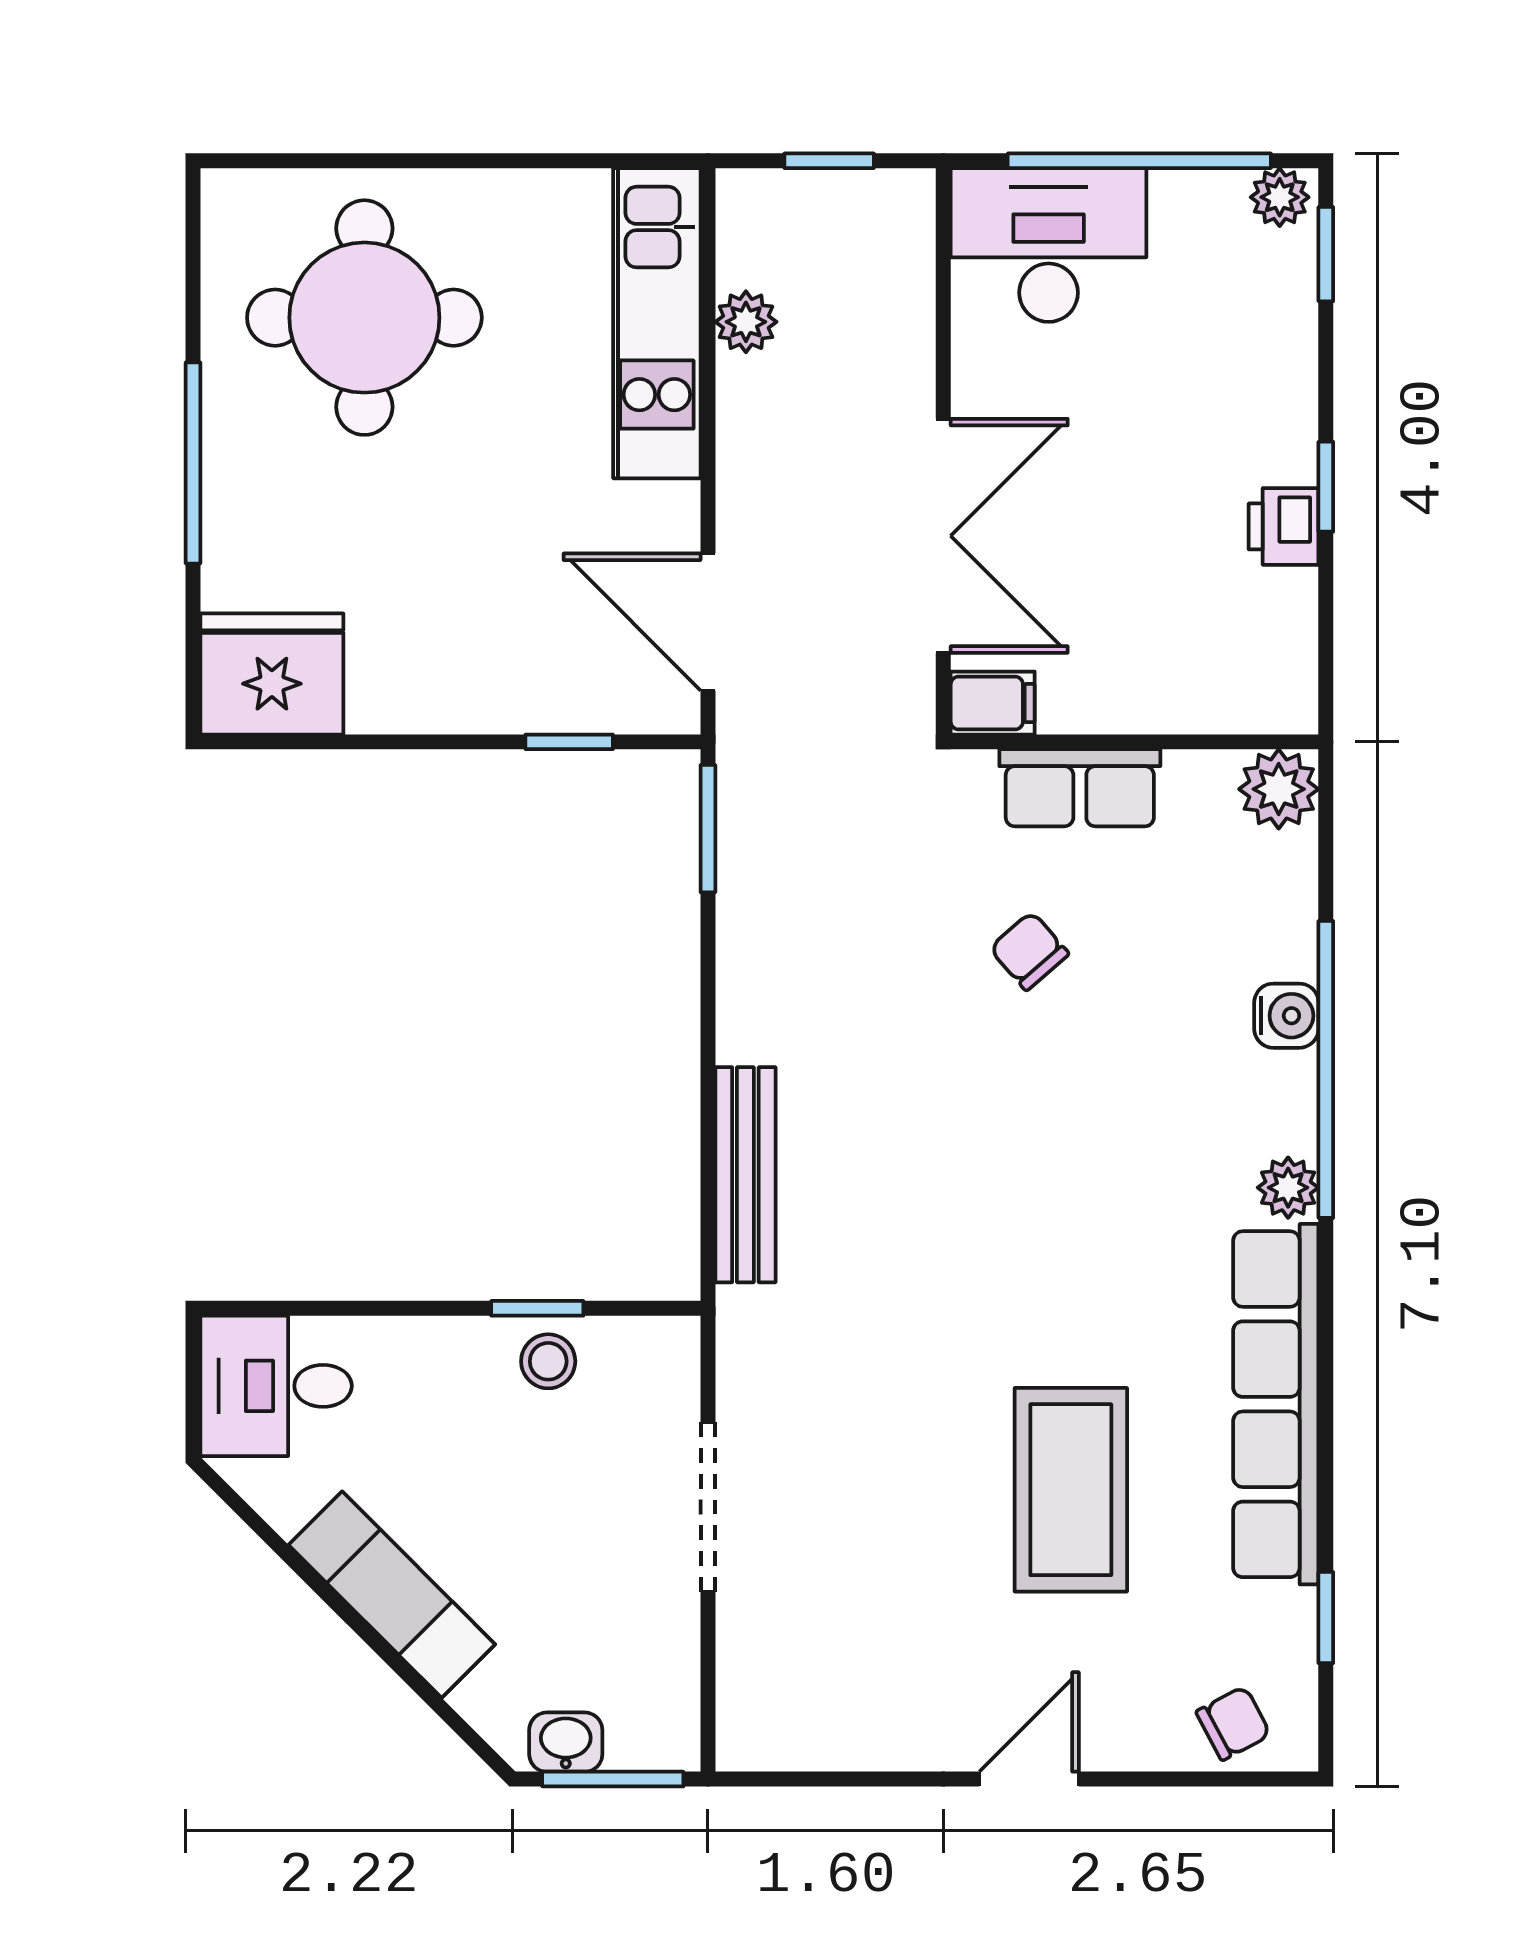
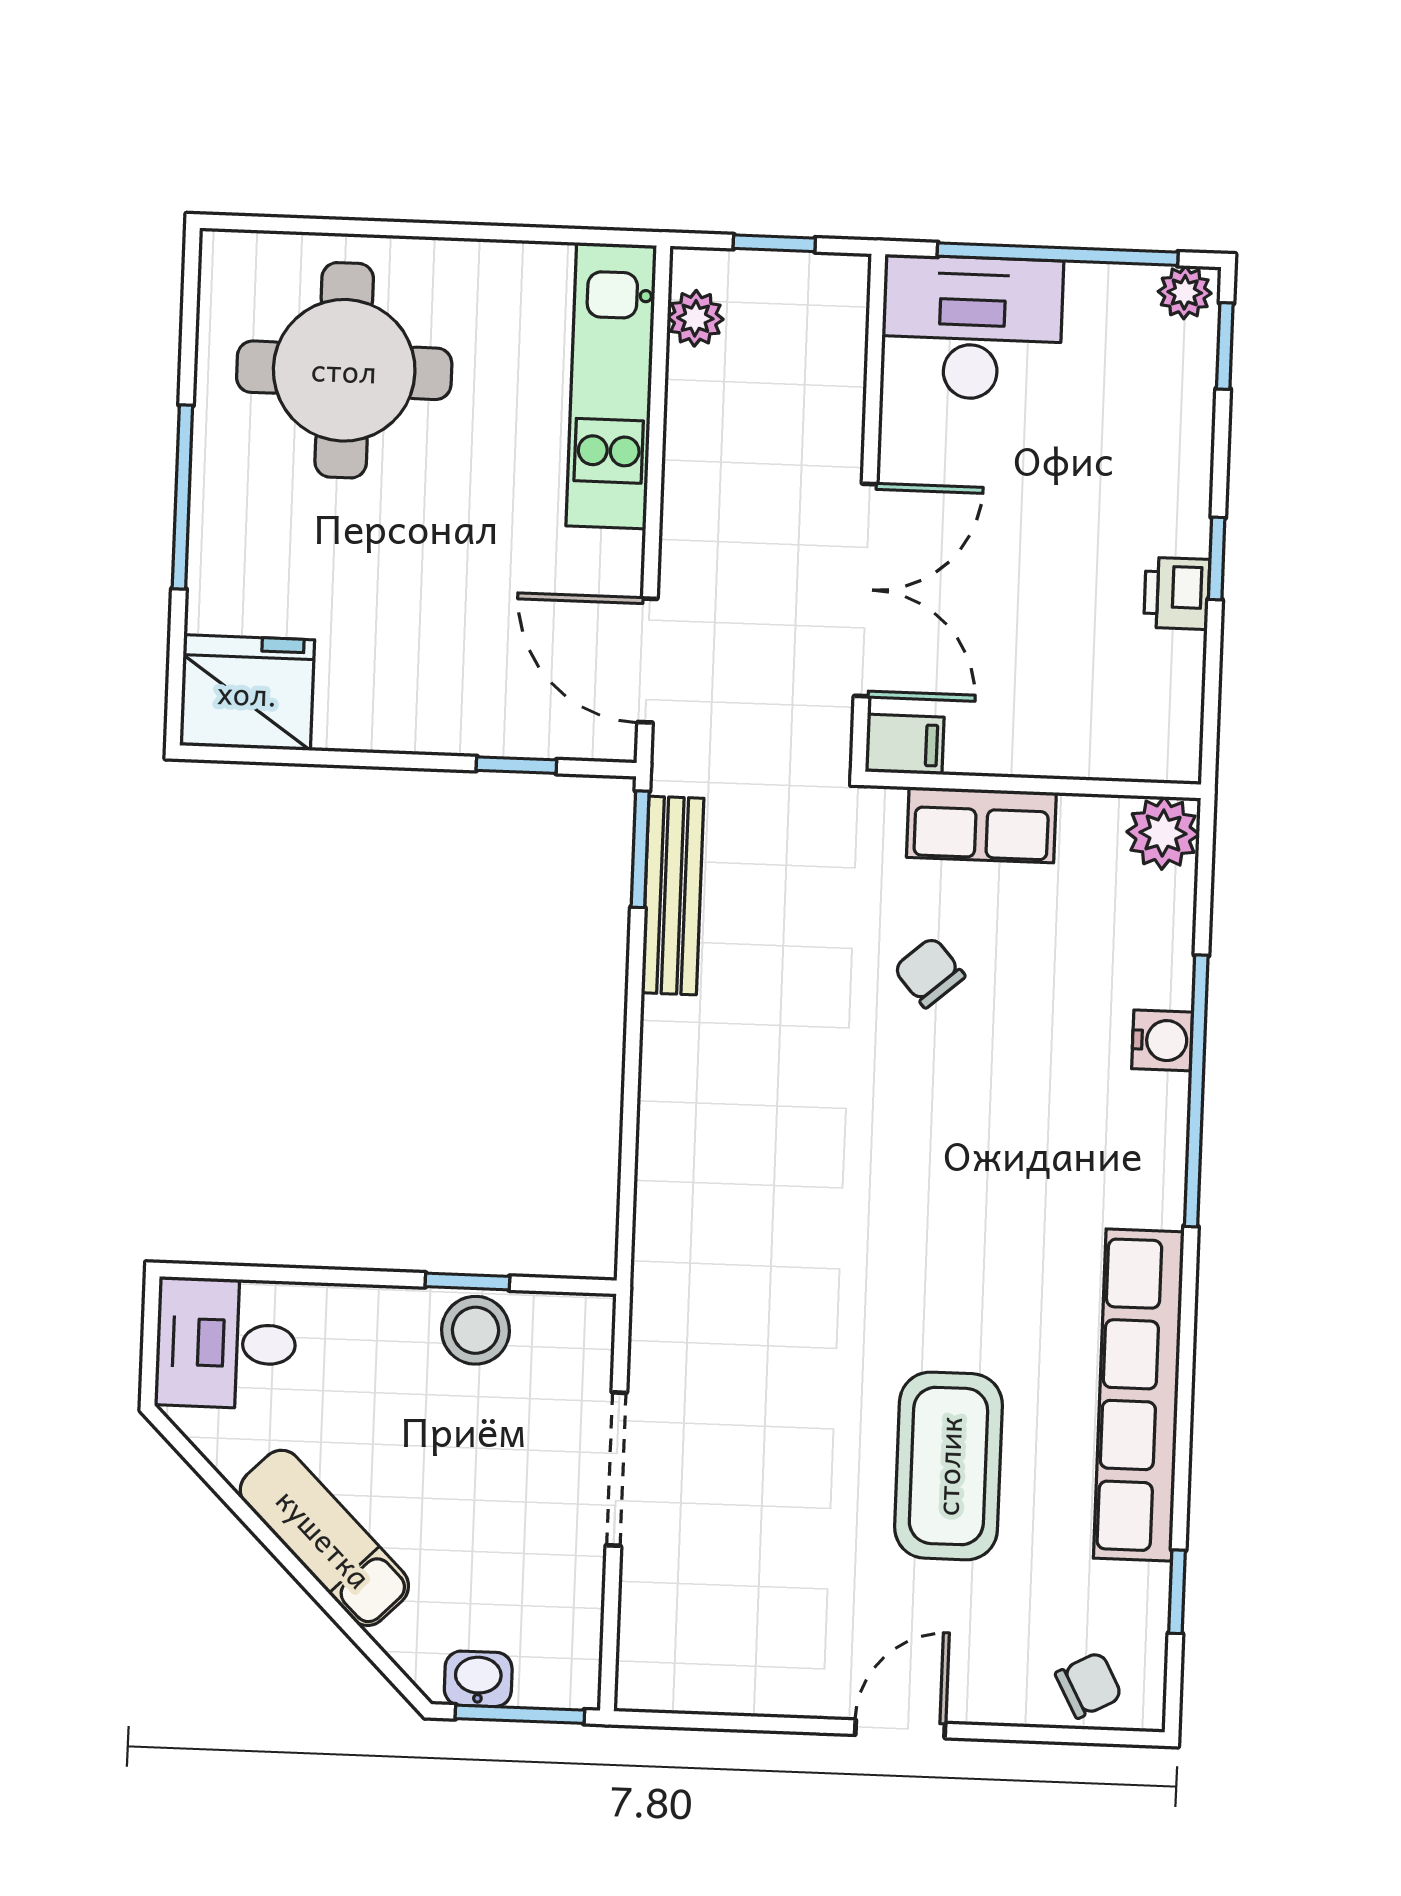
plant: (746, 322) -> (695, 318), moved
bench: (745, 1175) -> (673, 896), moved
plant: (1288, 1188) -> (1158, 1198), removed
stool: (548, 1361) -> (475, 1330), width x1.37, depth x1.37

